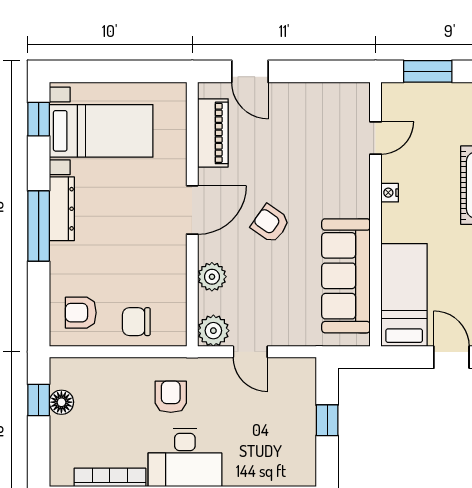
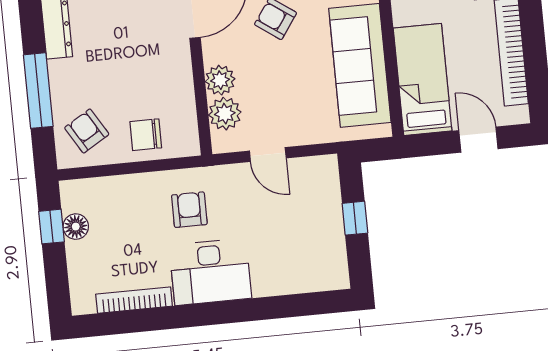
window: (39, 226) -> (38, 91), moved
armchair: (81, 313) -> (87, 131), turned 59
plant: (213, 331) -> (225, 114), moved

